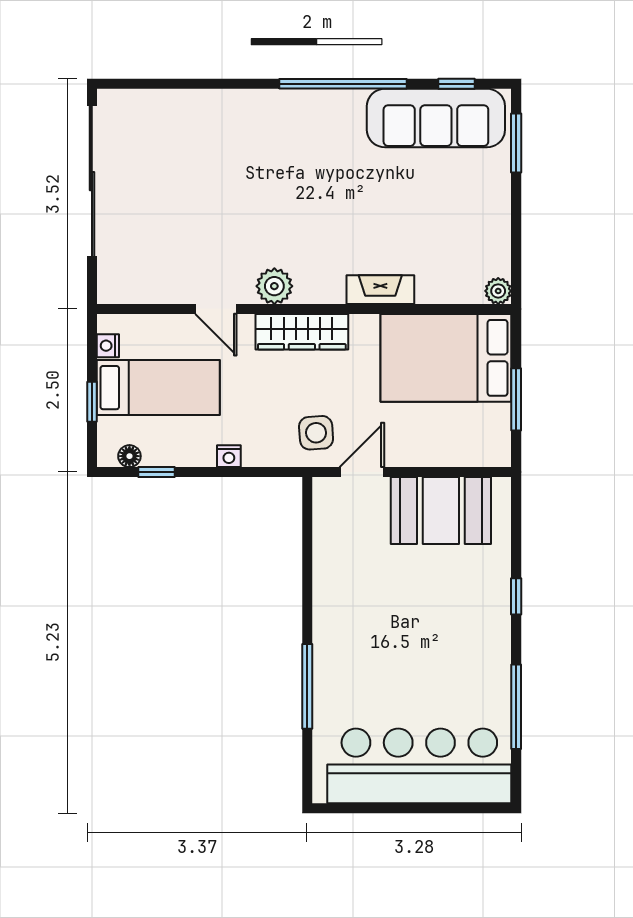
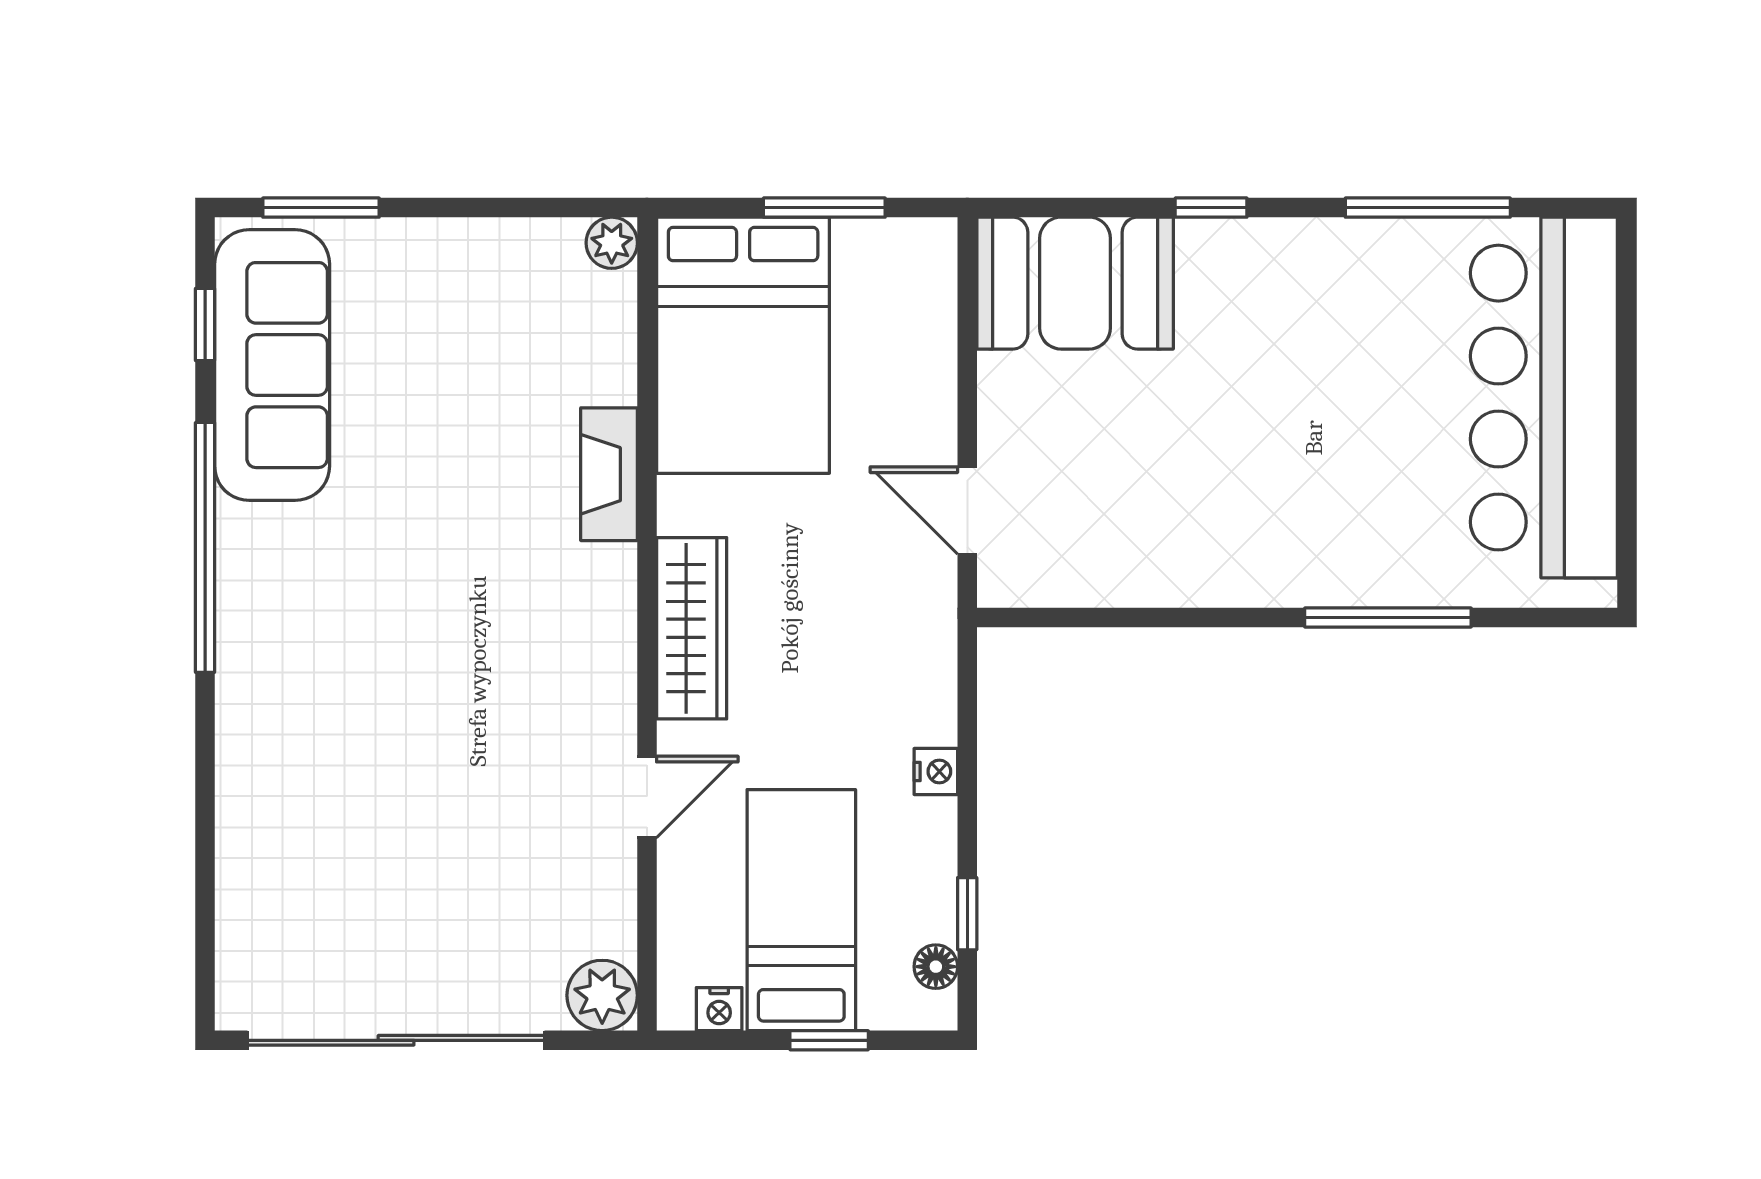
plant: (274, 286) -> (602, 995), moved
side table: (316, 433) -> (890, 600), removed
booth: (441, 511) -> (1075, 283), moved, turned 90

